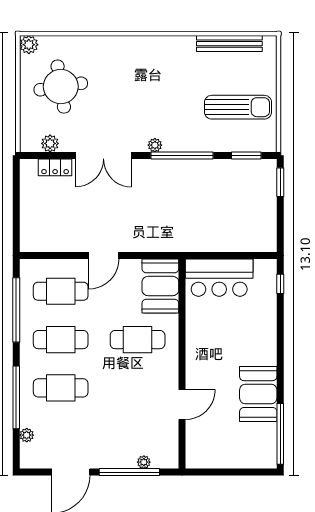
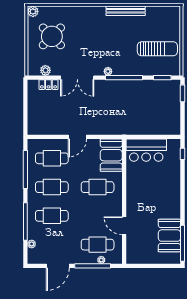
bench: (229, 44) -> (126, 11), moved
round table: (61, 87) -> (52, 36), turned -36
booth: (258, 394) -> (169, 236), moved
door: (182, 404) -> (124, 226), swing flipped
cafe table: (138, 436) -> (98, 245), added

